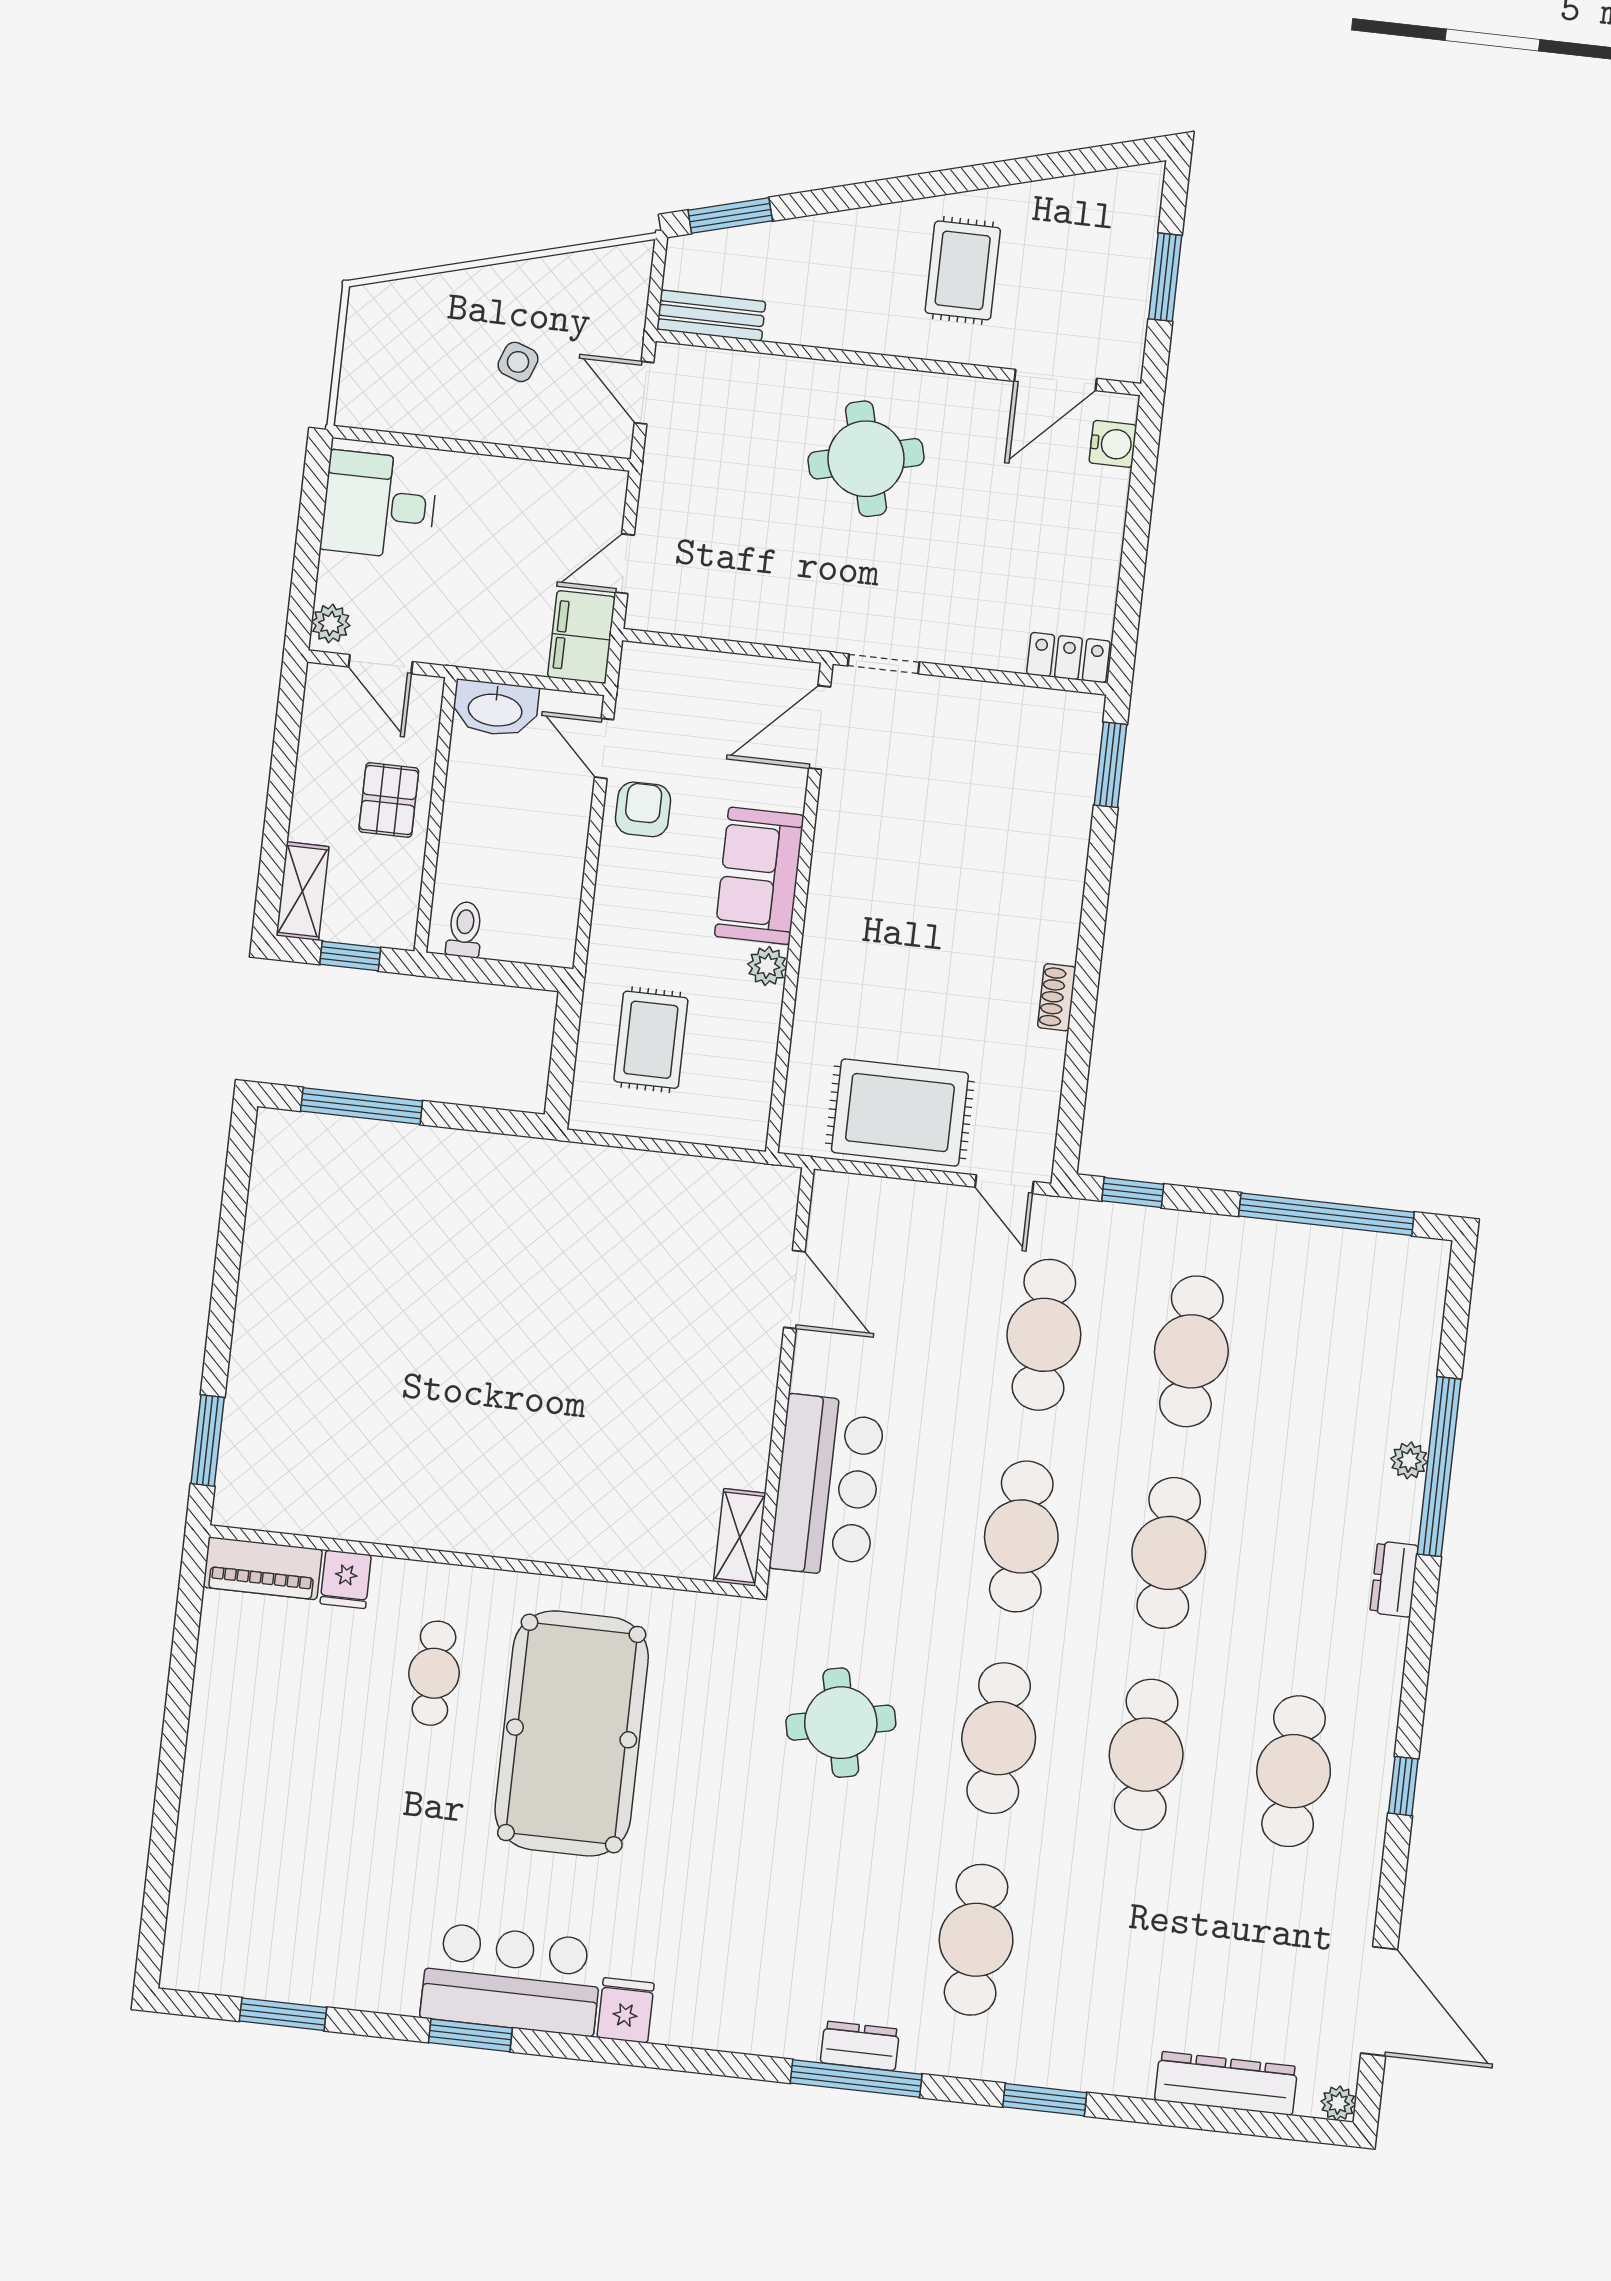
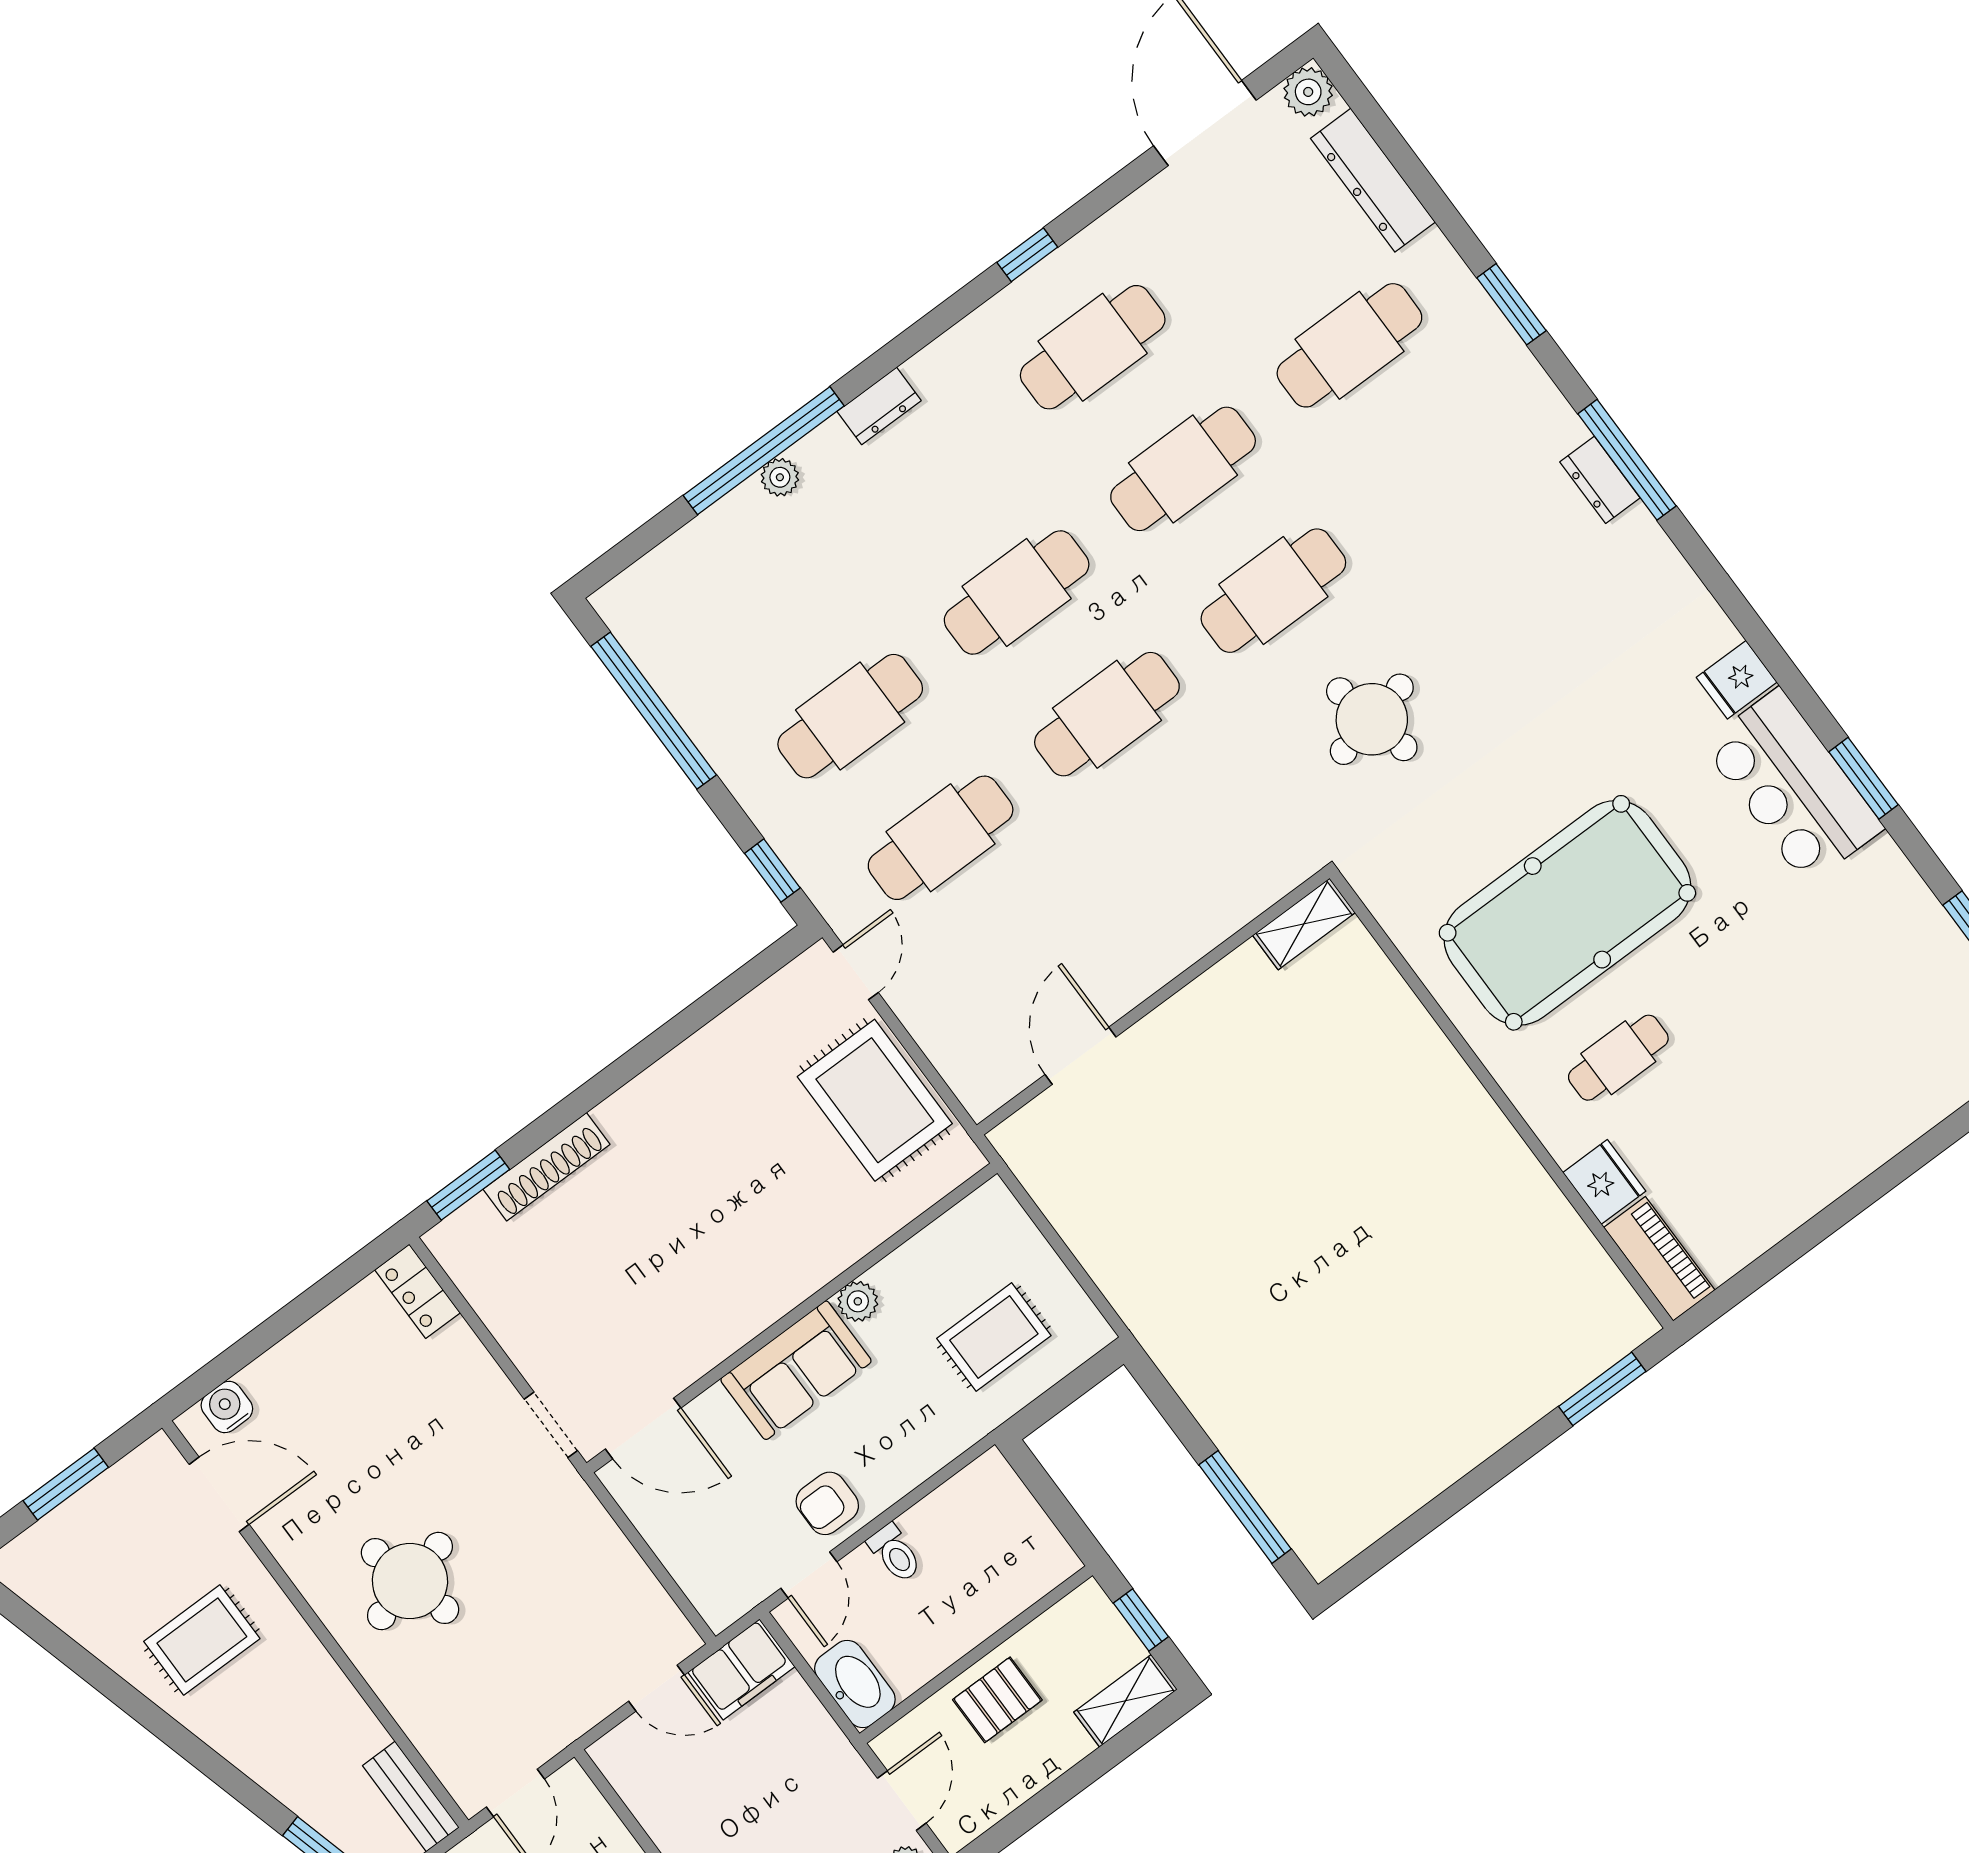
toilet: (465, 929) -> (895, 1553), moved, turned -90
shoe rack: (1057, 997) -> (547, 1167), moved, width x1.94, depth x1.24
bar counter: (827, 1486) -> (1204, 894), removed
fridge: (346, 1579) -> (1604, 1182), width x1.38
cafe table: (976, 1940) -> (1349, 345), moved
plant: (1338, 2103) -> (1308, 92), width x1.38, depth x1.38

